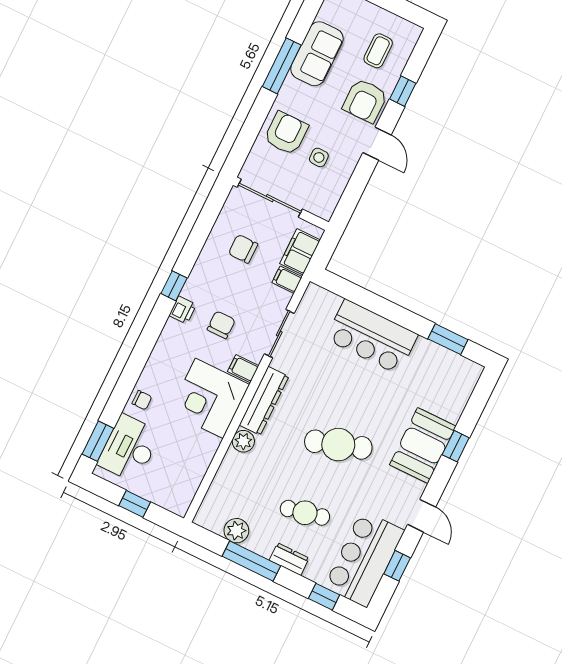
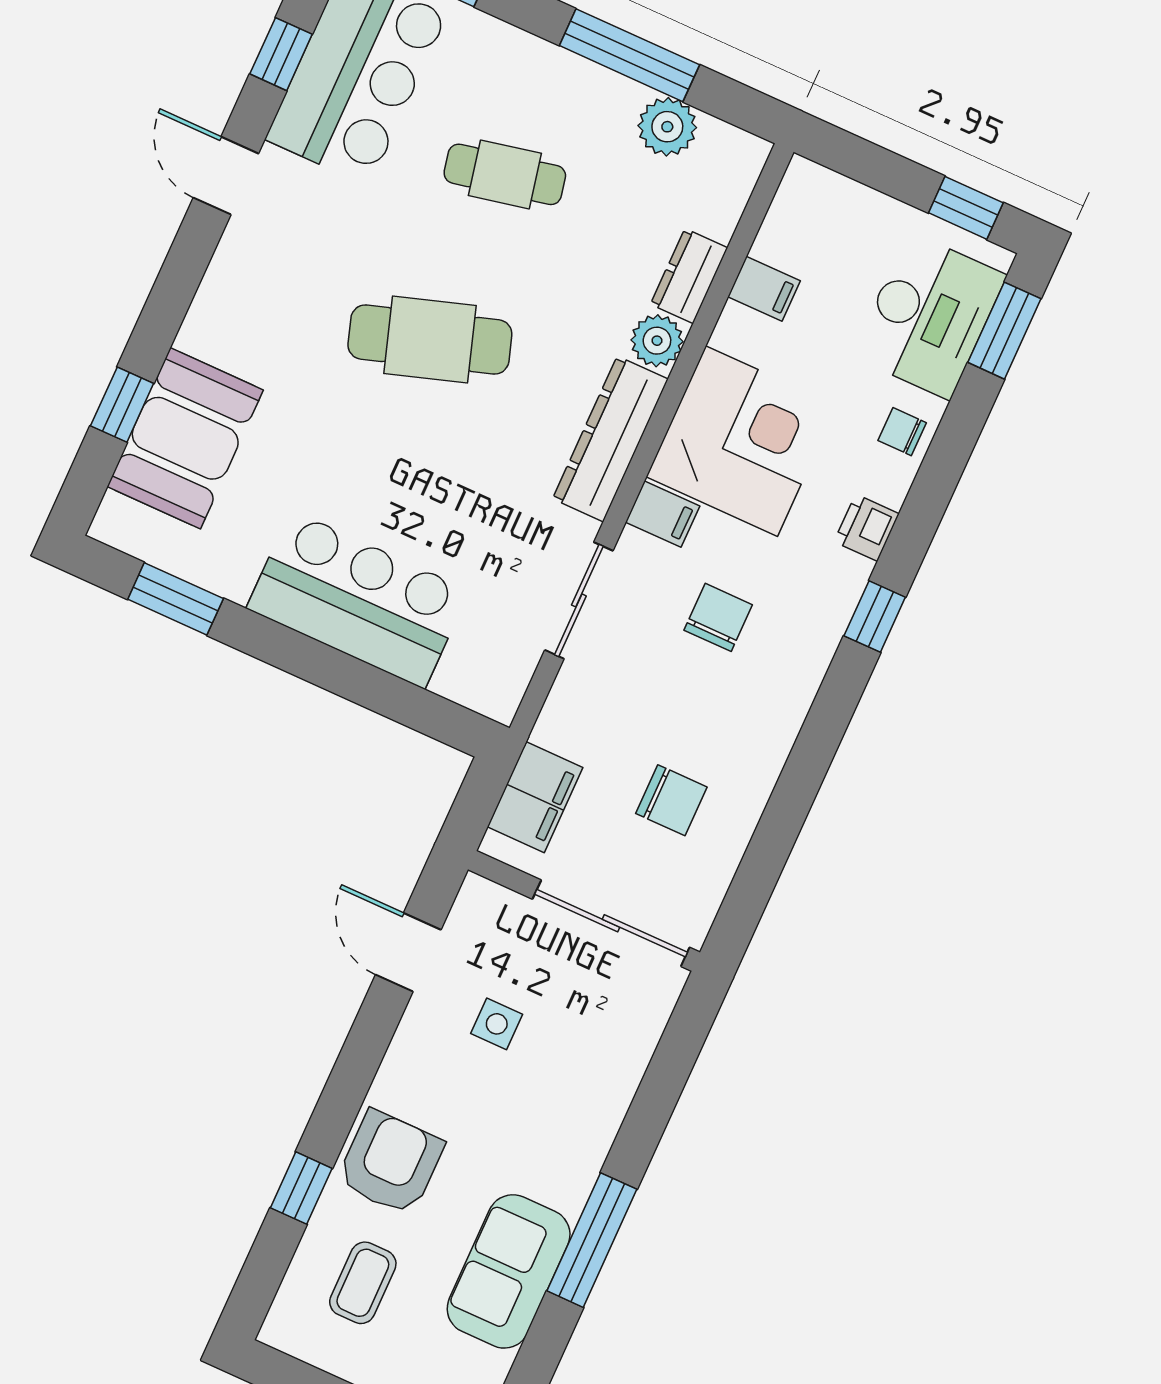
armchair: (286, 133) -> (577, 1079), removed
door: (377, 144) -> (408, 952), moved
filing cabinet: (287, 280) -> (764, 289), moved
window: (174, 286) -> (875, 616), moved
printer: (183, 310) -> (867, 528), moved
chair: (221, 325) -> (718, 617), turned 180
booth: (423, 445) -> (185, 438), moved
window: (456, 446) -> (122, 405), moved
window: (135, 504) -> (966, 208), moved
dresser: (289, 559) -> (689, 276), moved, turned 90

